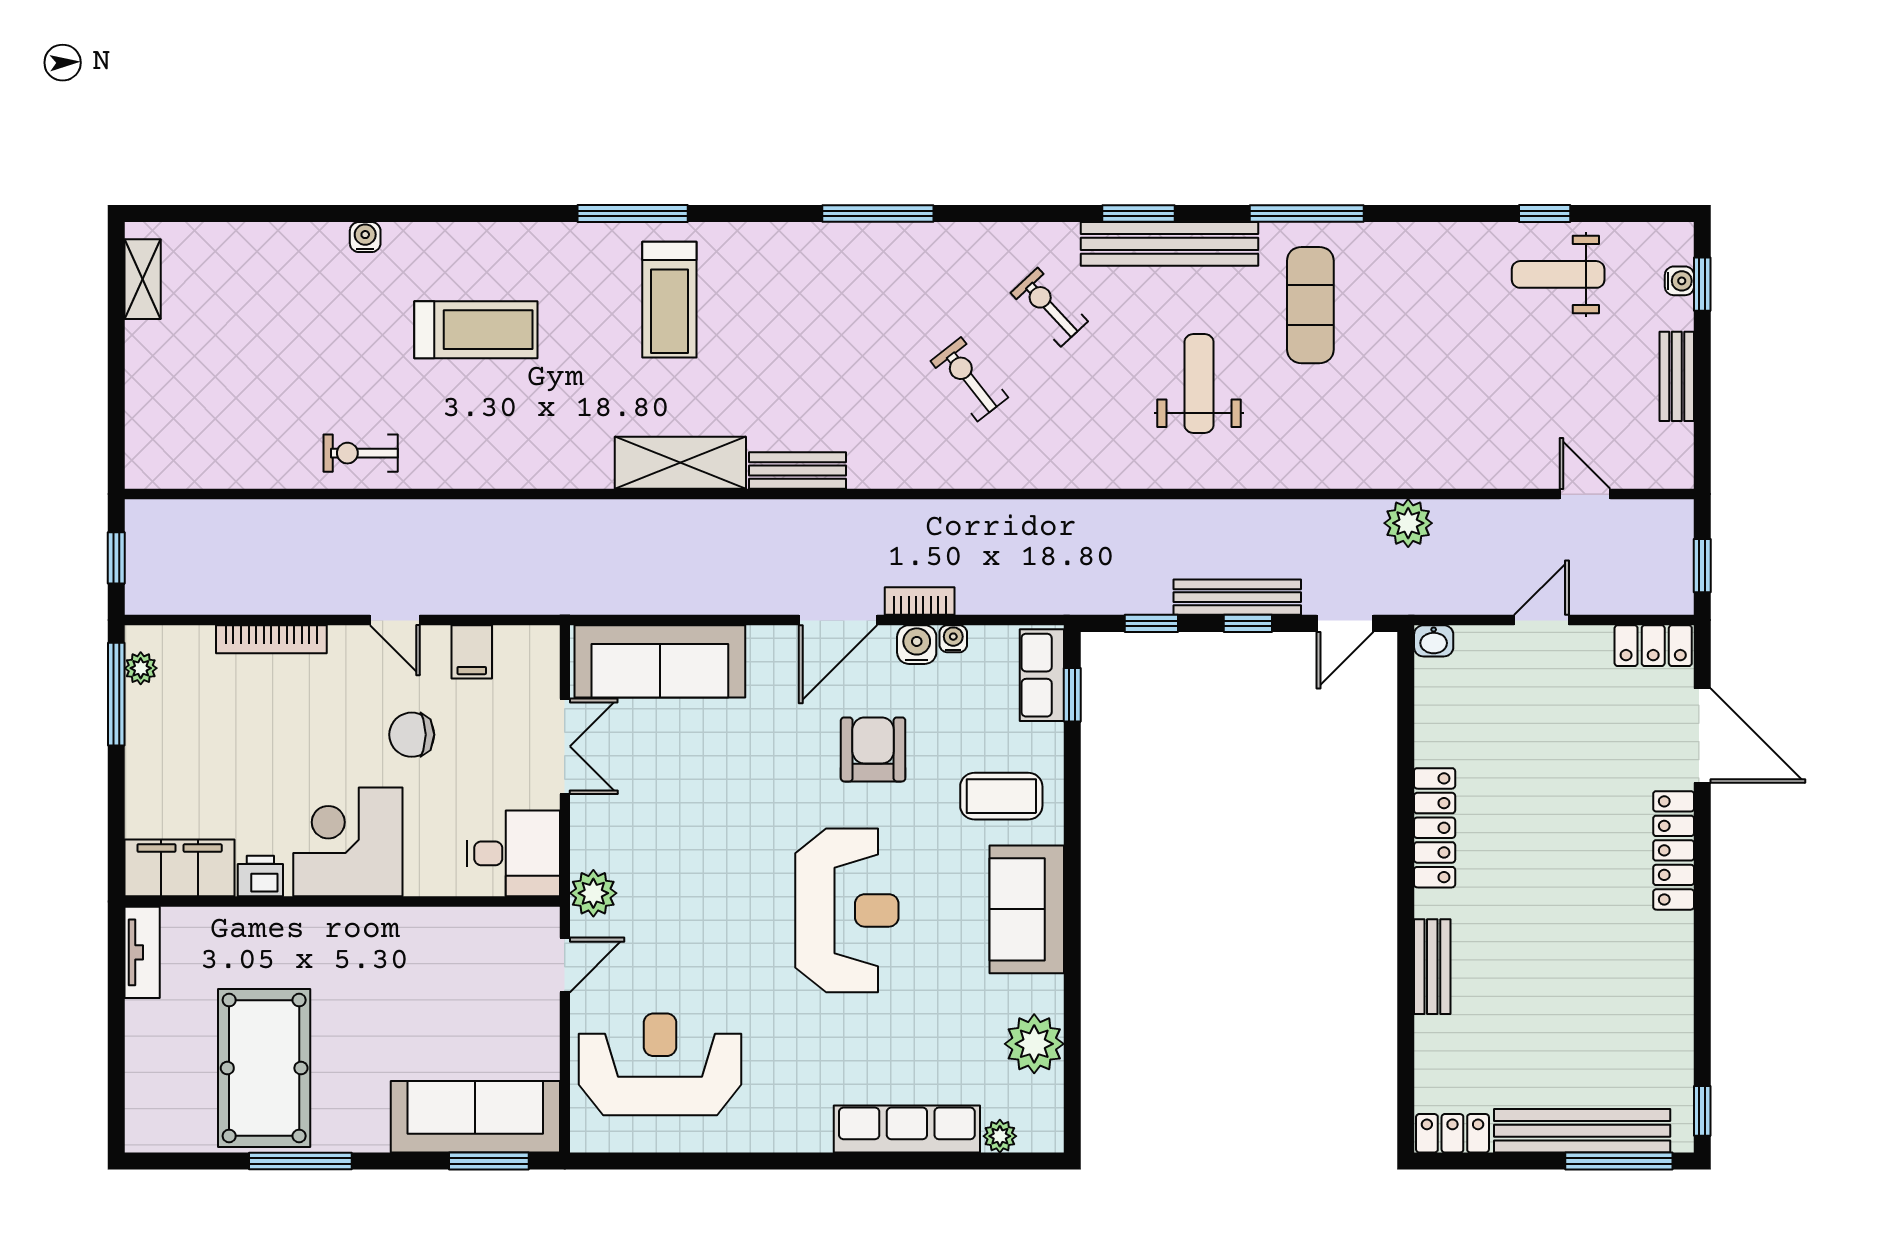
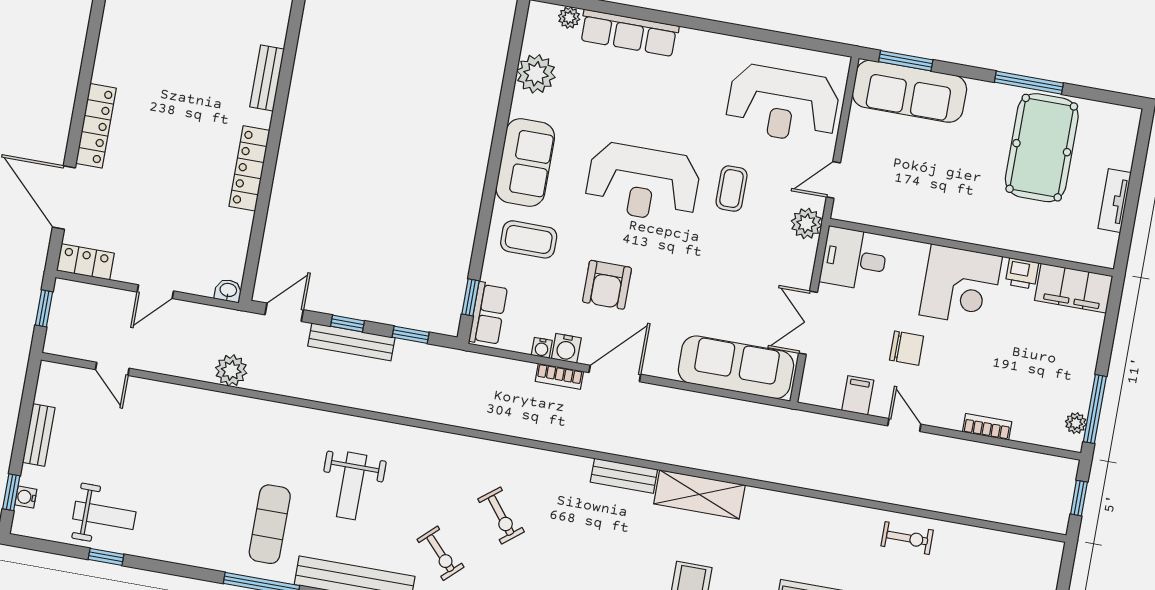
bookcase: (271, 639) -> (987, 427), width x0.64
reception desk: (847, 910) -> (643, 183), turned -90
coffee table: (714, 925) -> (732, 189), added
tv unit: (142, 952) -> (1115, 201), moved

